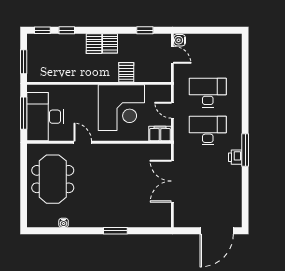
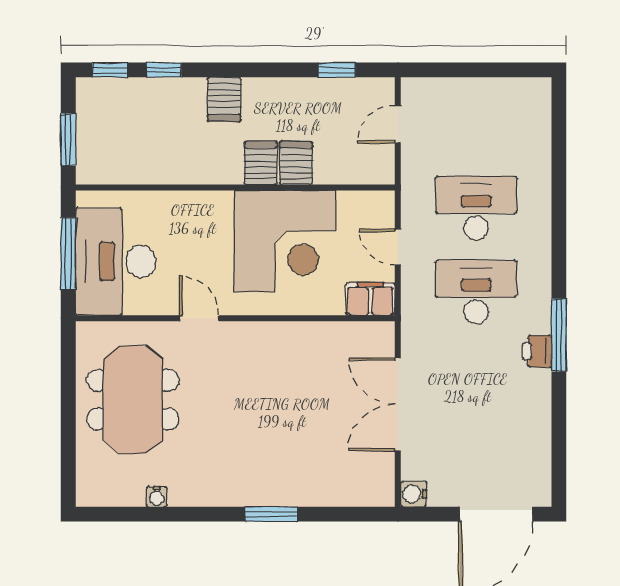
water cooler: (180, 40) -> (414, 494), moved
server rack: (110, 43) -> (261, 163), moved, turned 180
door: (172, 55) -> (398, 124), swing flipped

